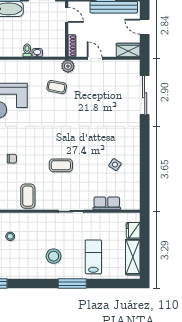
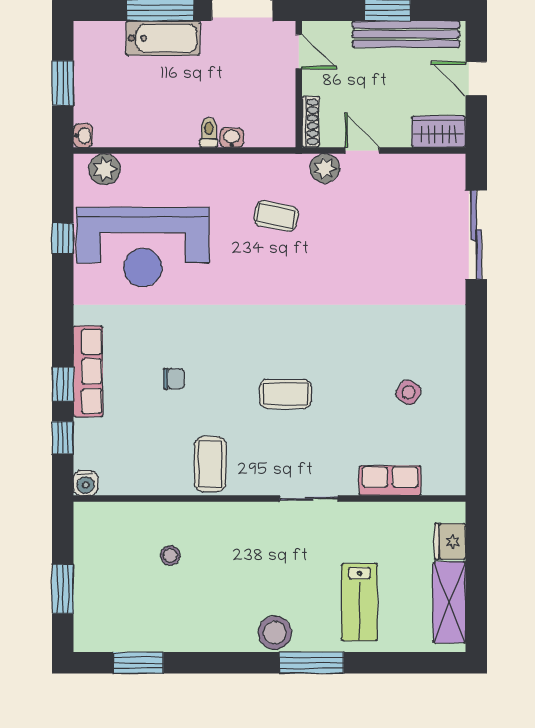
plant: (68, 66) -> (325, 168), moved
stool: (54, 256) -> (275, 633), moved
lab bench: (93, 257) -> (359, 602), turned 180

